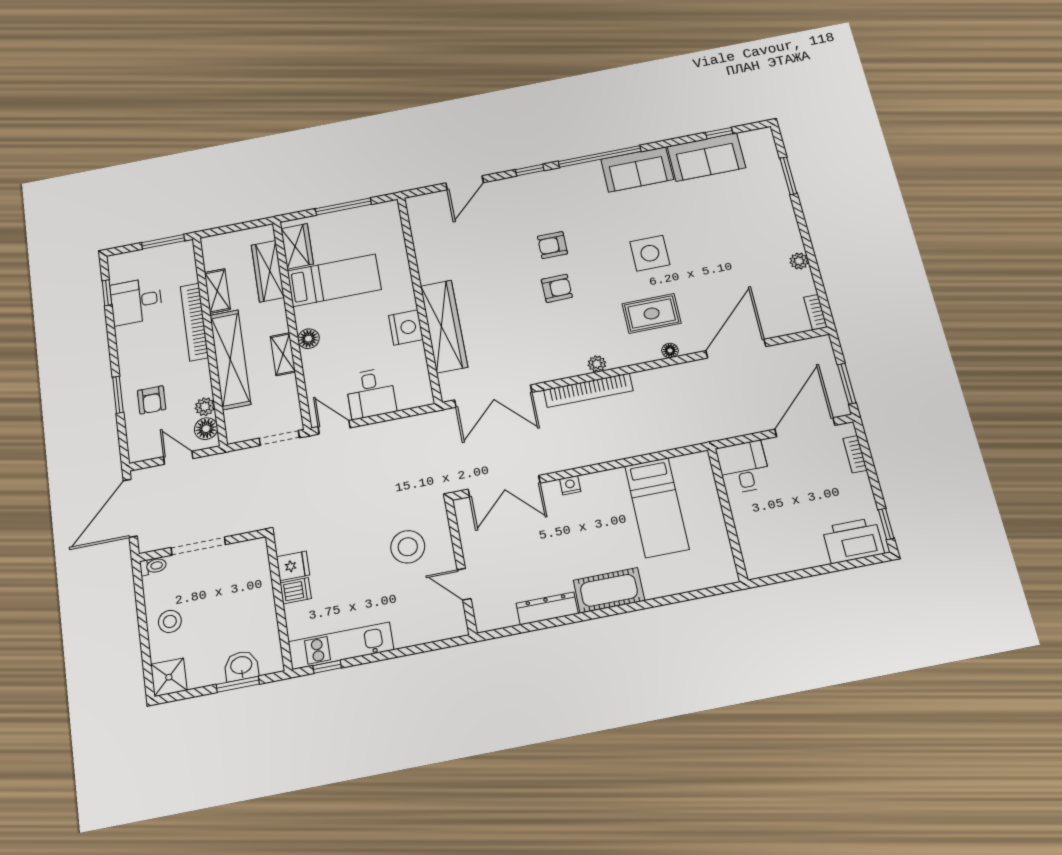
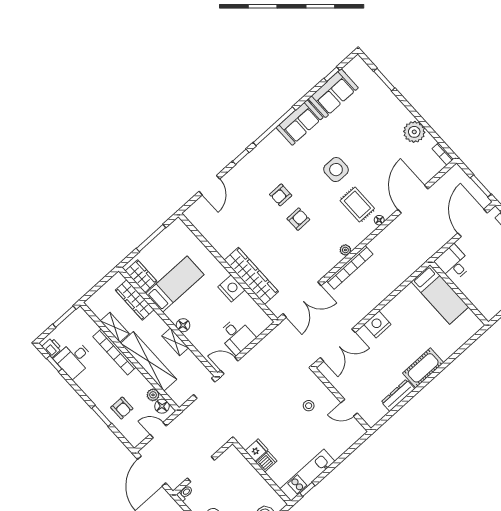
plant: (799, 261) -> (414, 132), width x1.88, depth x1.88
printer: (119, 271) -> (52, 347), added
rug: (652, 313) -> (357, 204), turned 90
nightstand: (570, 485) -> (377, 324), width x1.89, depth x1.79
bed: (657, 507) -> (440, 294), moved
stool: (408, 547) -> (309, 406), width x0.53, depth x0.53

